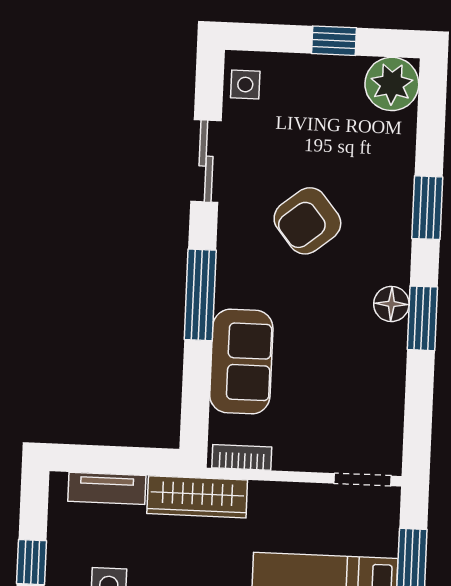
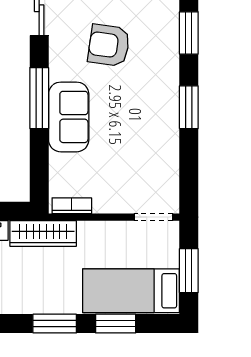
armchair: (307, 221) -> (109, 45), turned 47
floor lamp: (391, 304) -> (168, 99), removed
sofa: (241, 361) -> (69, 117), moved

